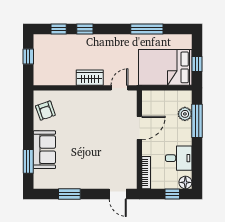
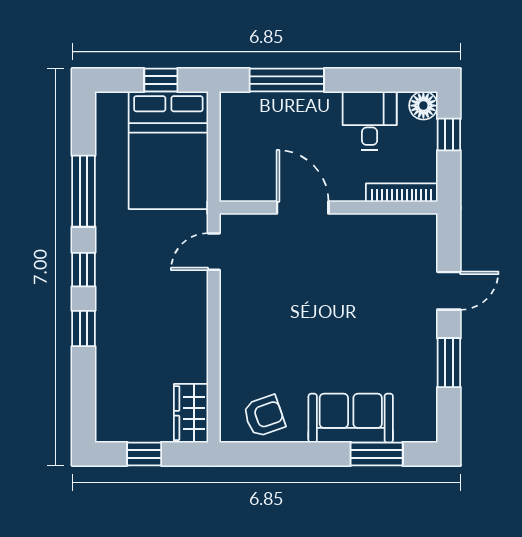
window: (59, 29) -> (83, 270), moved
wardrobe: (90, 78) -> (191, 413), moved
door: (119, 88) -> (214, 252), hinge flipped
plant: (185, 114) -> (271, 107), removed
door: (118, 194) -> (449, 291), moved

